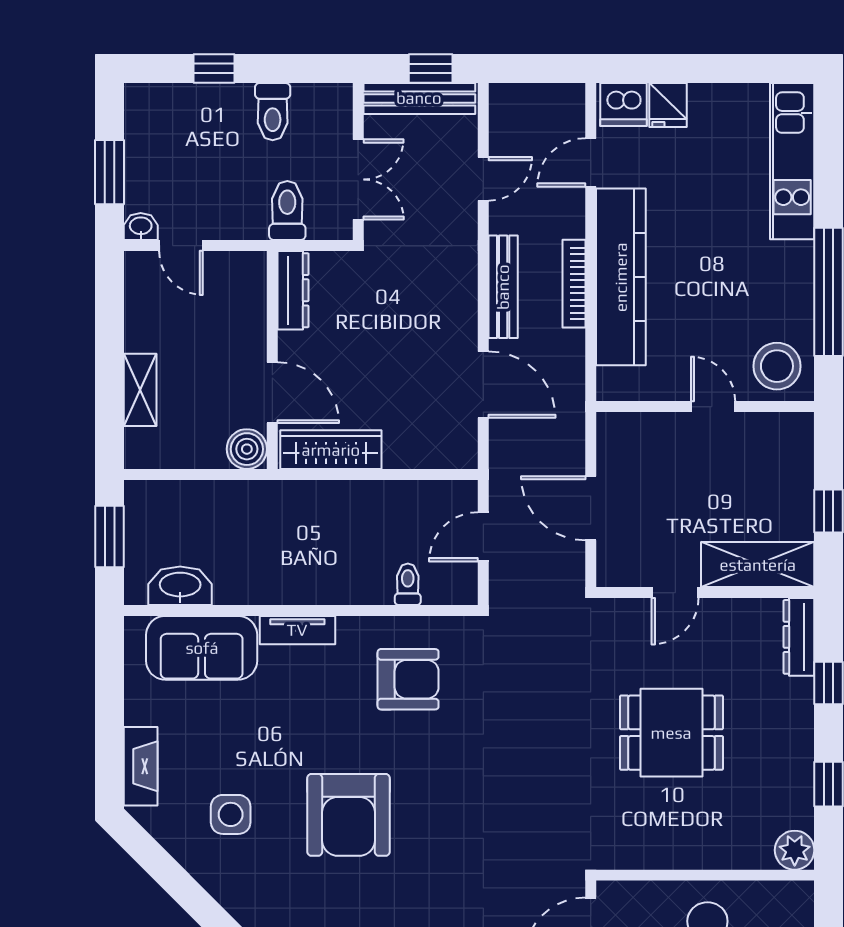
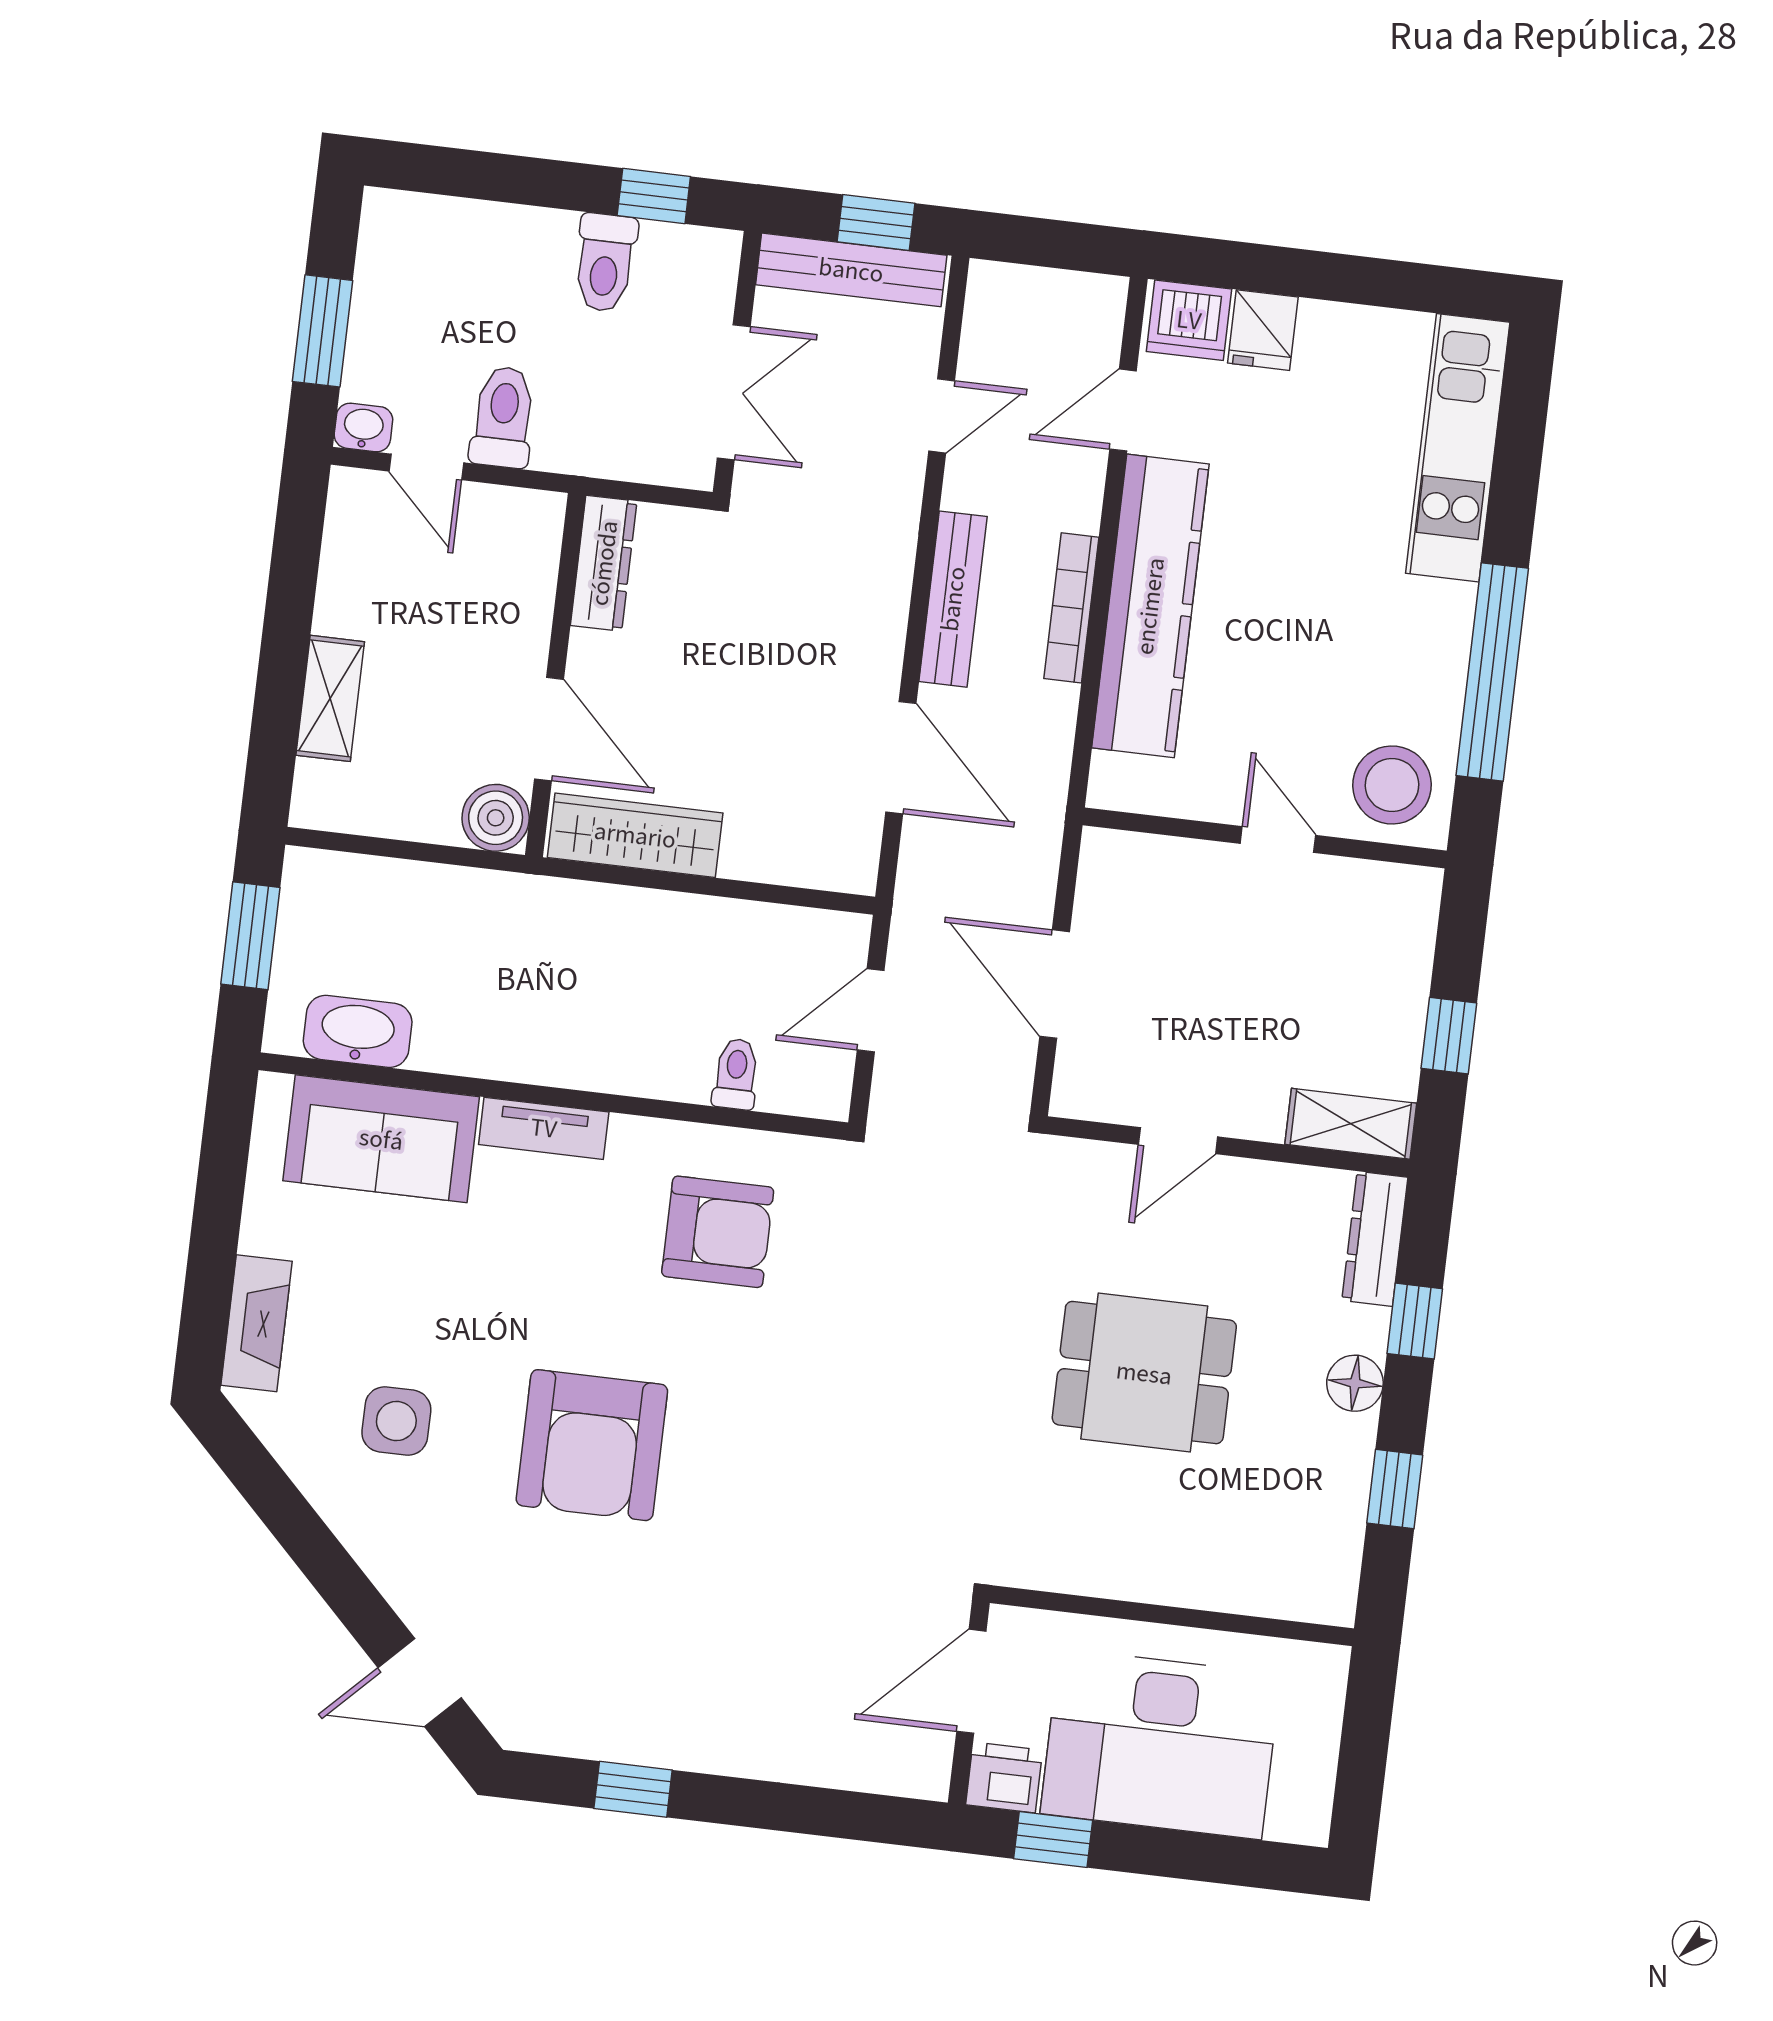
window: (214, 69) -> (654, 196), moved
toilet: (287, 211) -> (503, 417), moved
shelving: (758, 565) -> (1351, 1124), width x0.67, depth x0.75
floor lamp: (797, 724) -> (1355, 1383), added
plant: (795, 850) -> (1325, 1592), removed

